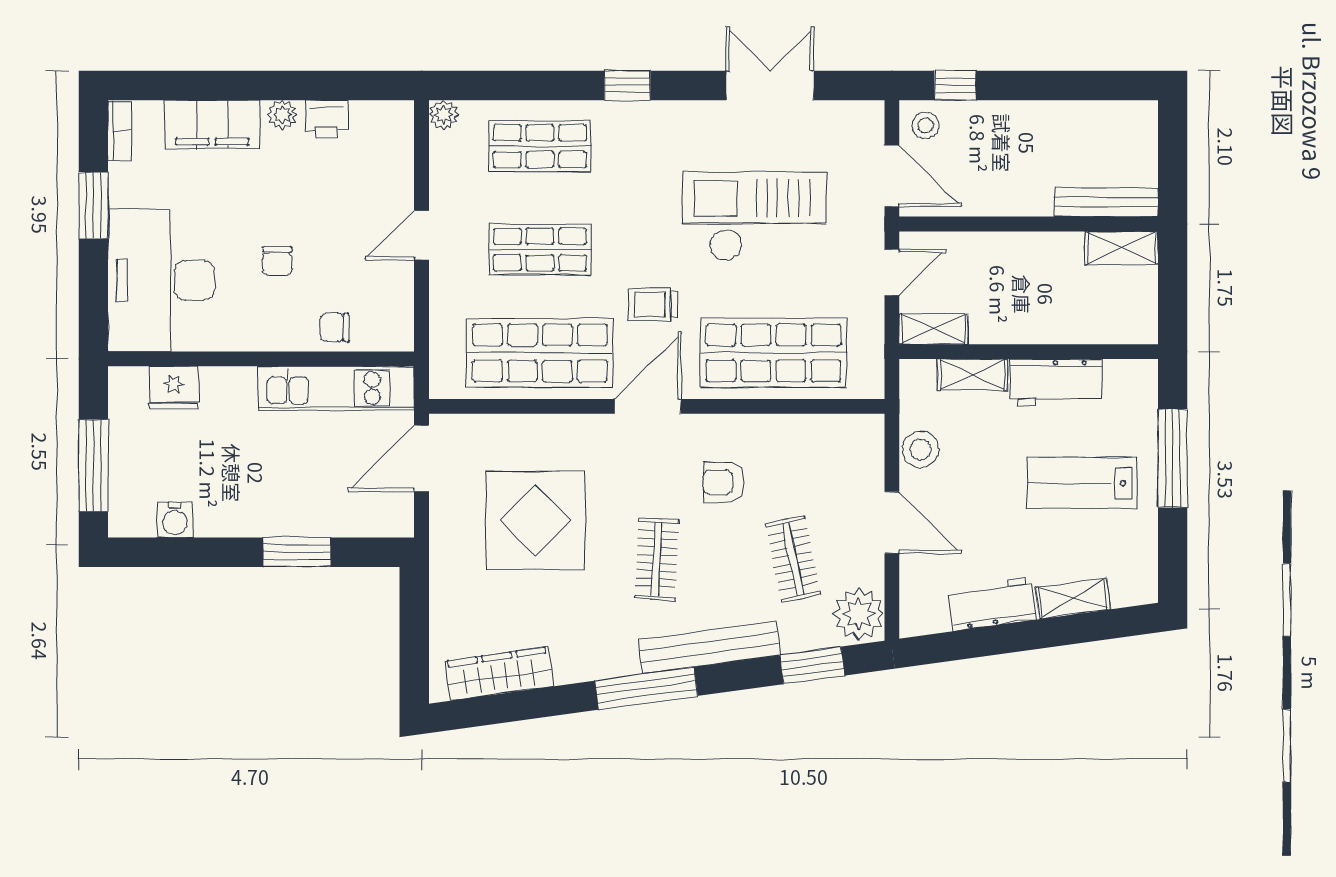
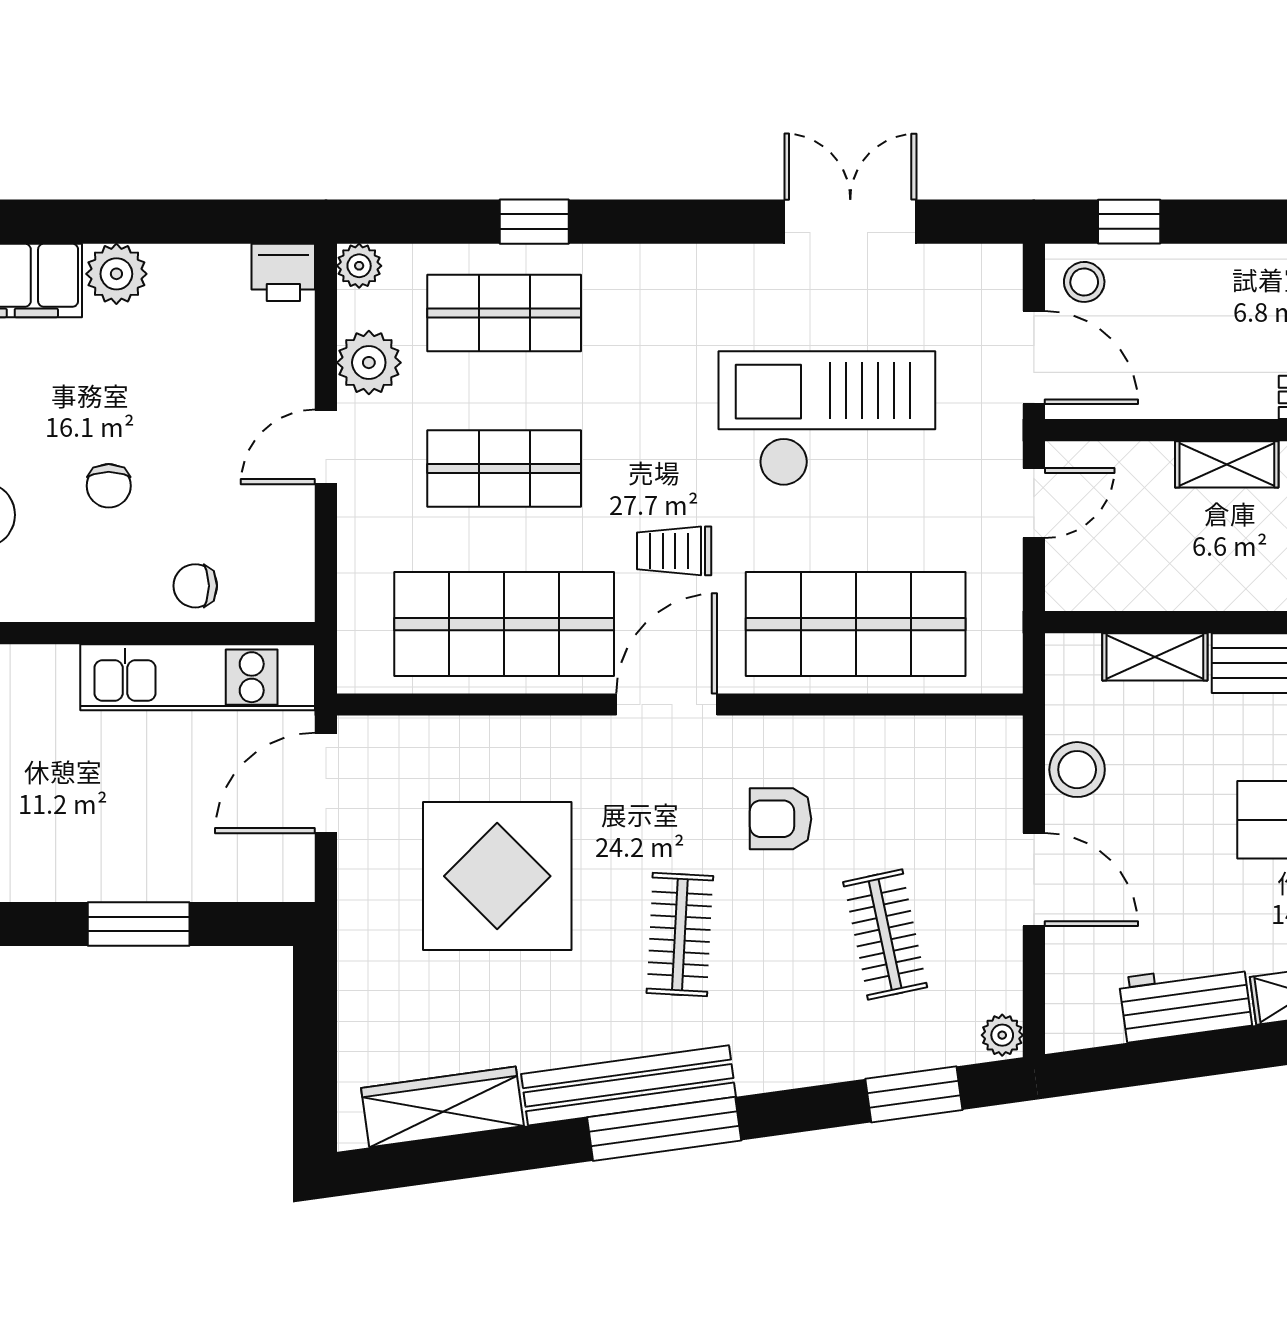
window: (627, 85) -> (534, 222), moved
plant: (282, 115) -> (116, 274), width x1.38, depth x1.38
printer: (326, 119) -> (283, 272), moved
plant: (450, 179) -> (369, 363), added
shelving: (933, 329) -> (1227, 464), moved
plant: (859, 614) -> (1002, 1035), width x0.53, depth x0.53
bench: (709, 647) -> (628, 1085), moved

